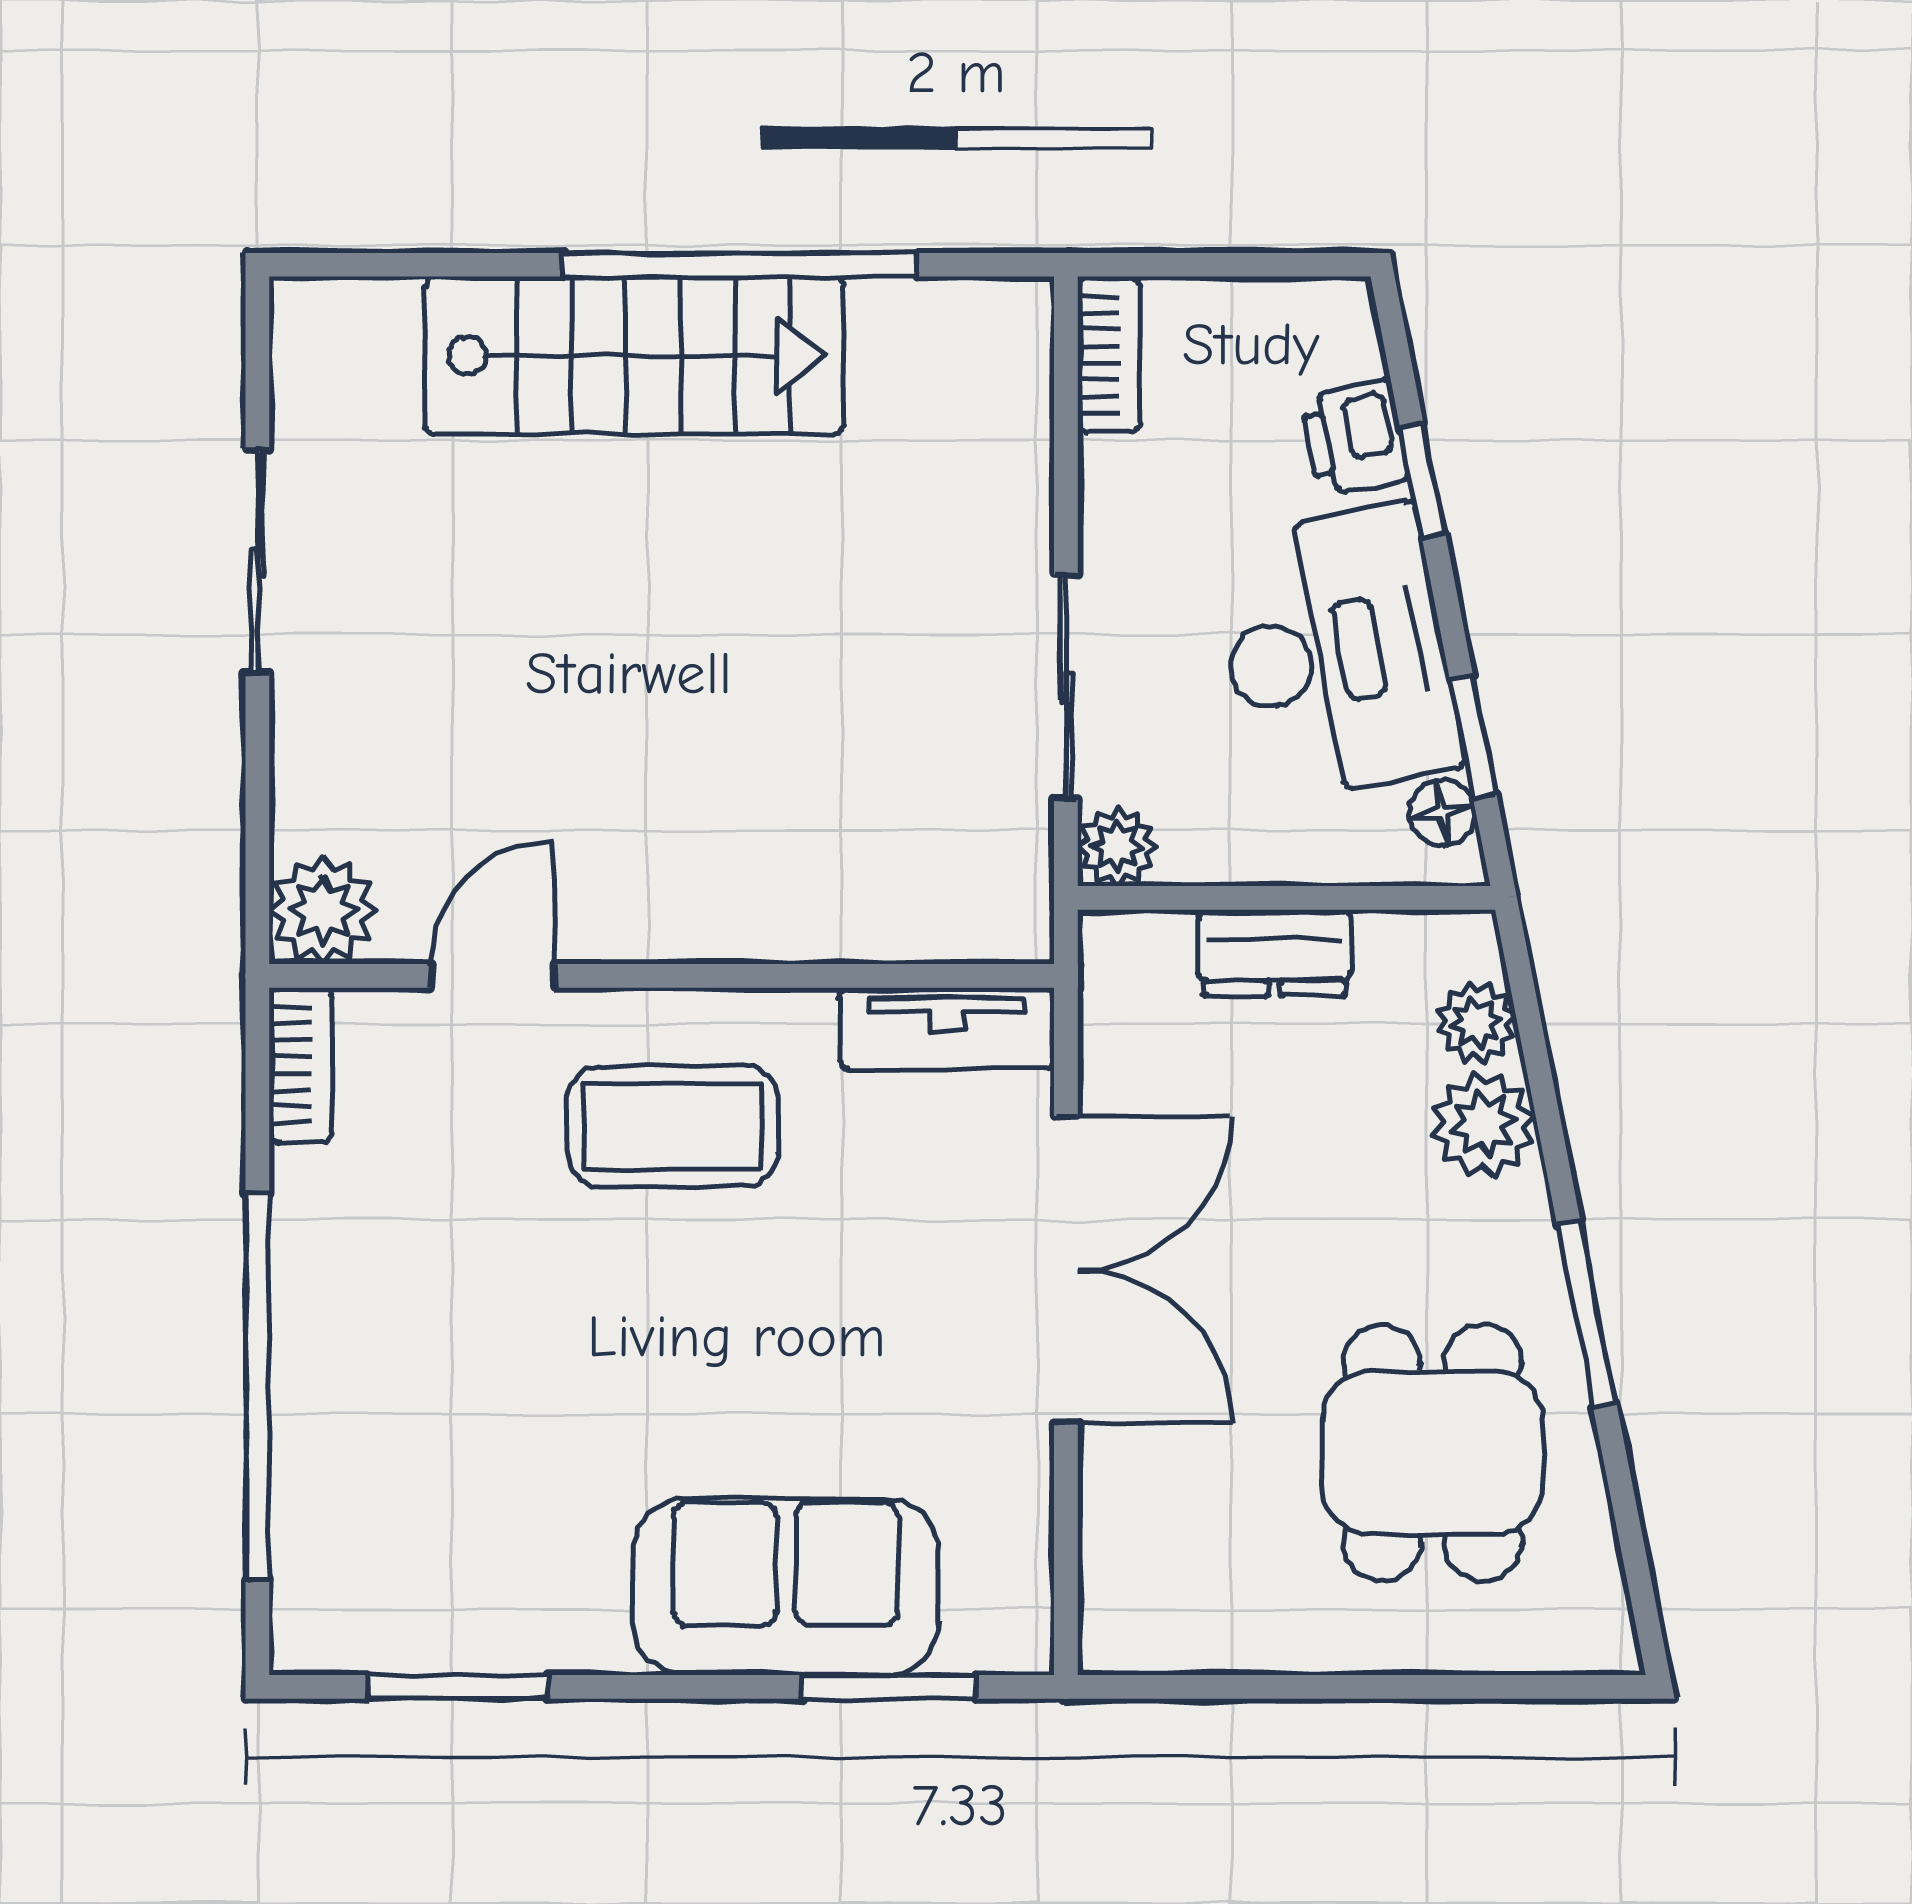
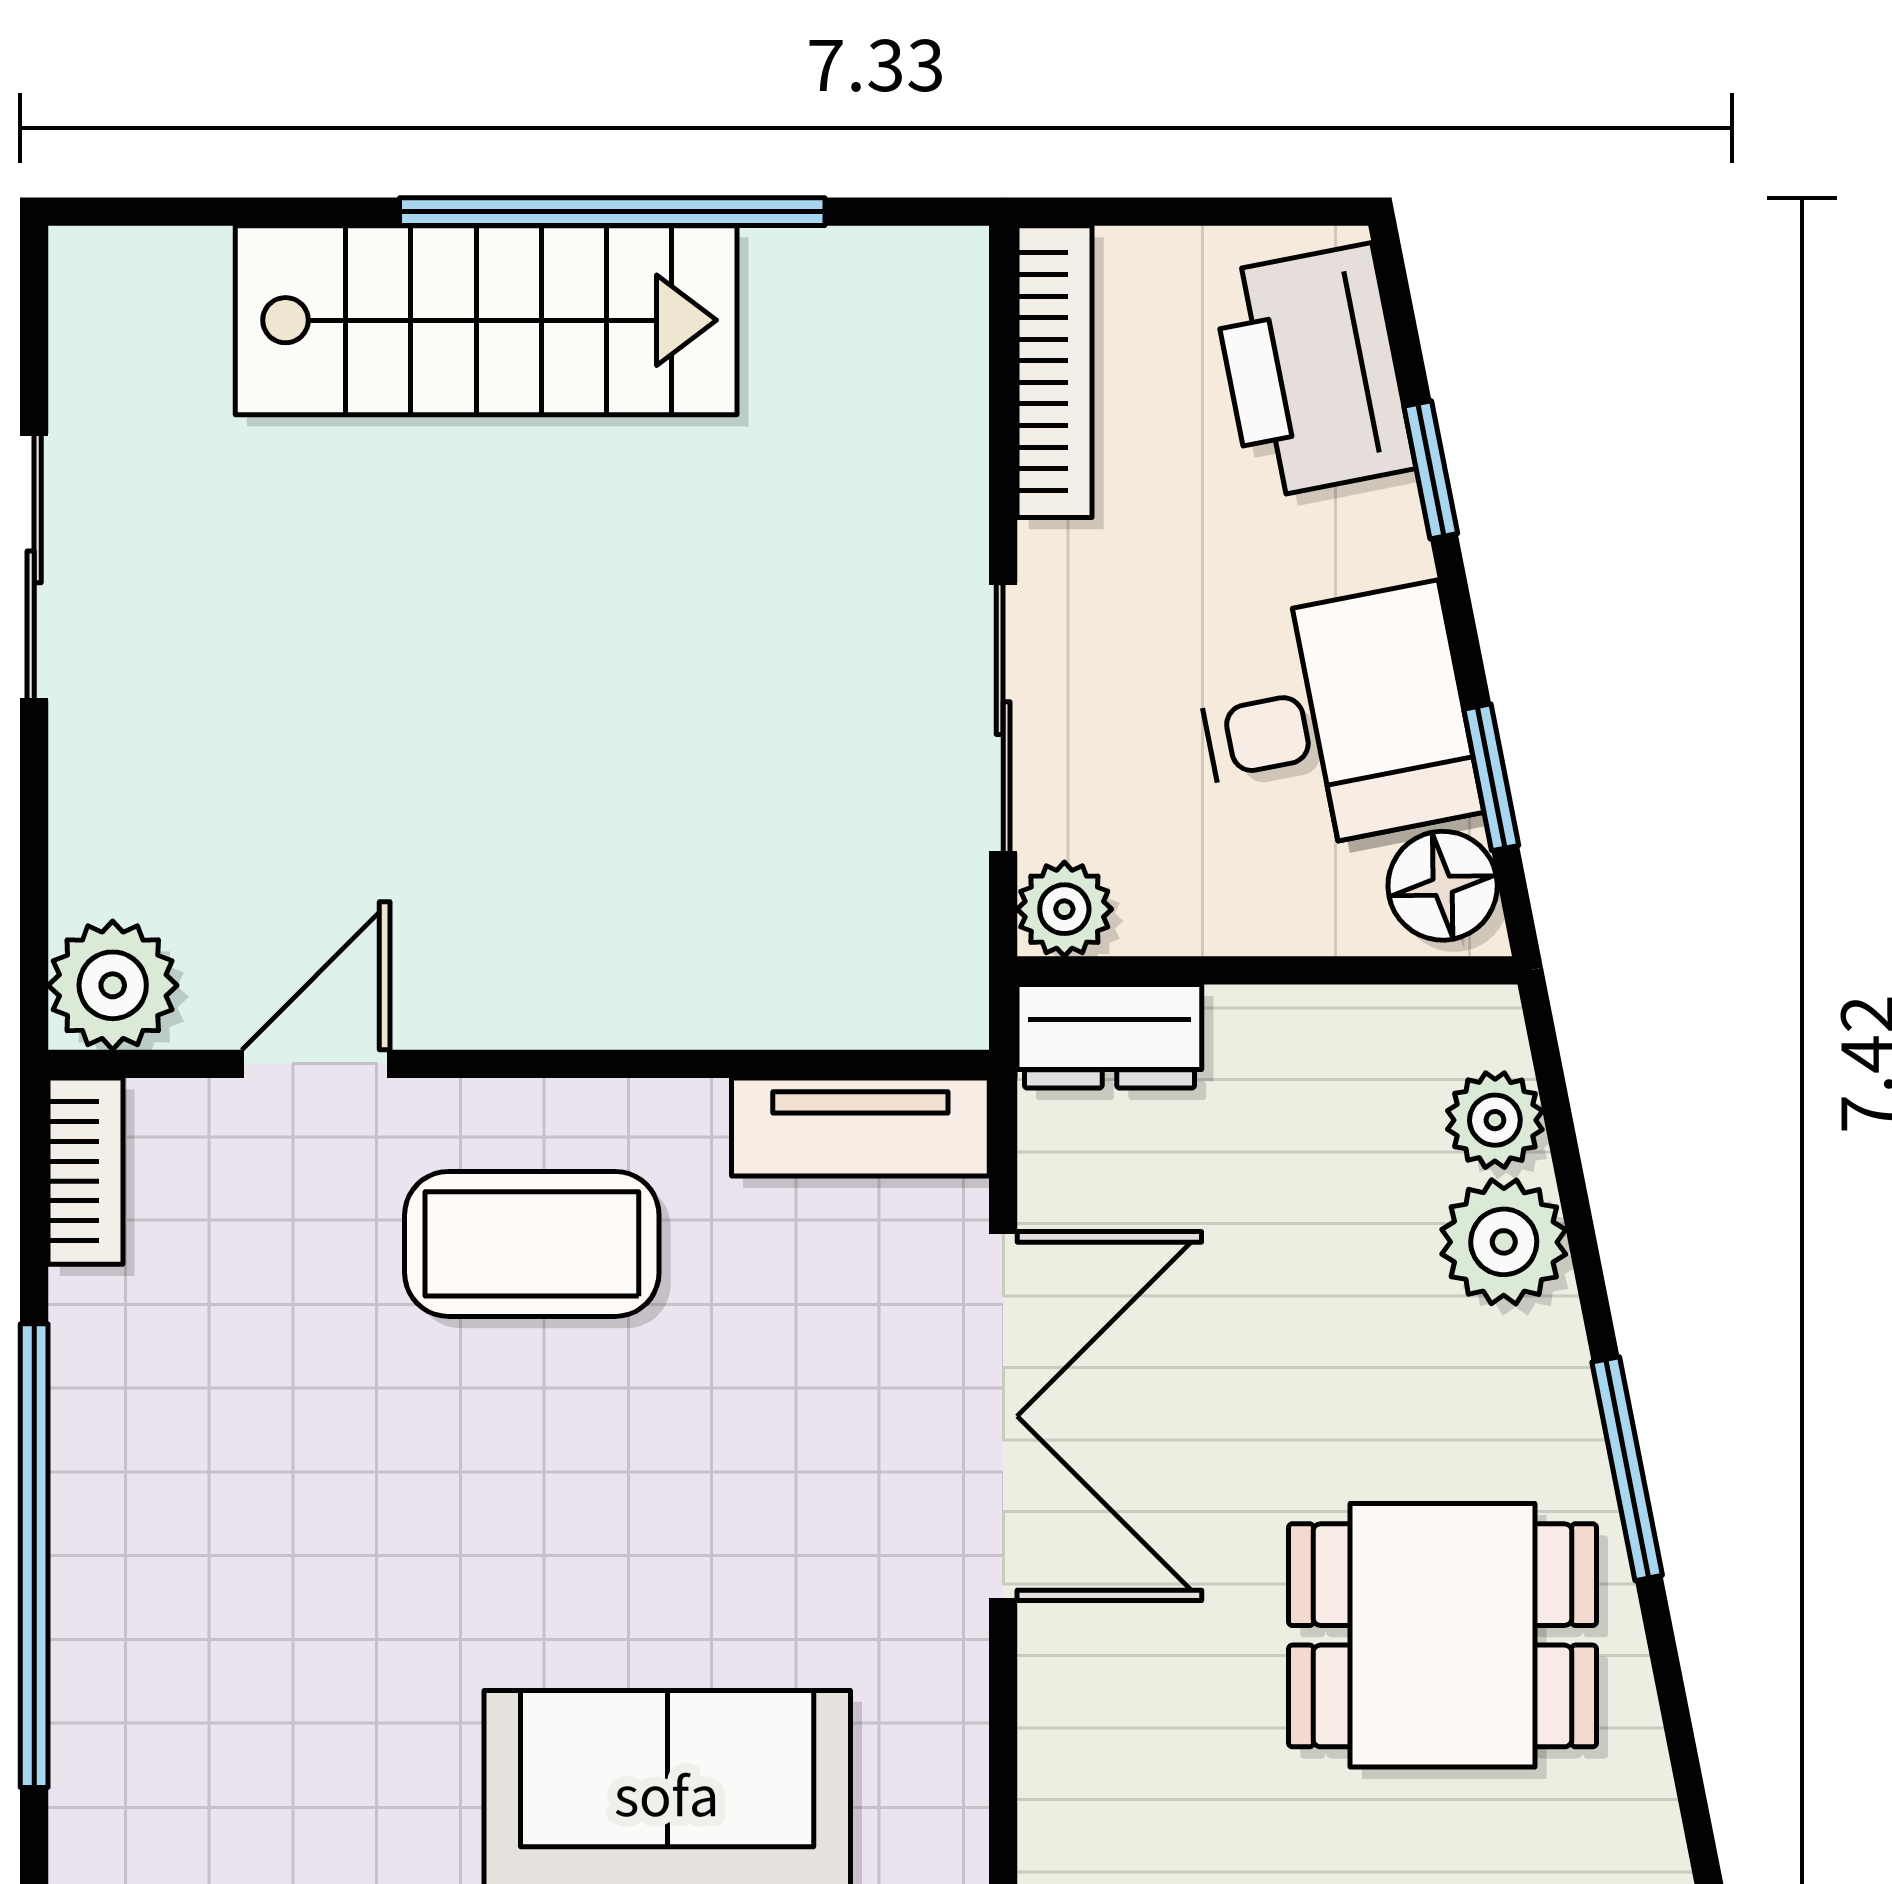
bookcase: (1109, 354) -> (1055, 372), width x1.56
printer: (1355, 438) -> (1313, 371), width x1.87, depth x1.48
desk: (1336, 653) -> (1335, 721), width x0.73
floor lamp: (1442, 813) -> (1443, 886), width x1.37, depth x1.37
dresser: (1274, 953) -> (1109, 1036), moved
dining table: (1432, 1453) -> (1442, 1635), turned 90

